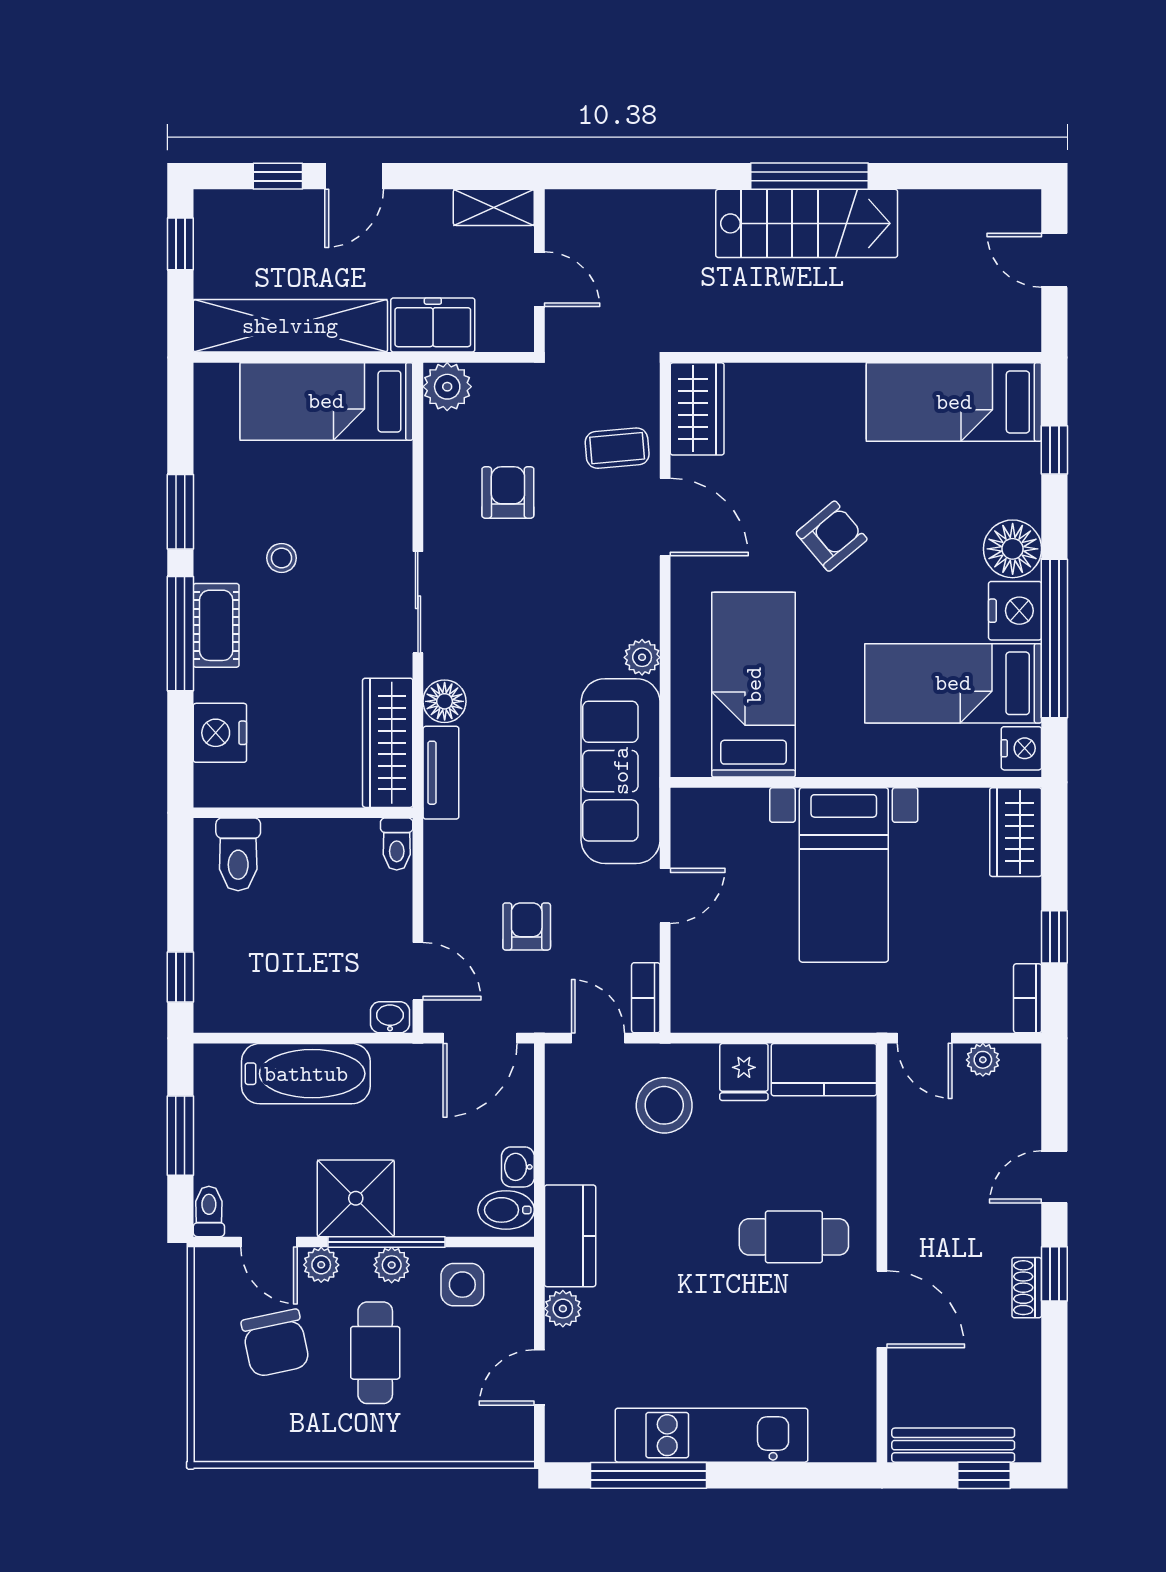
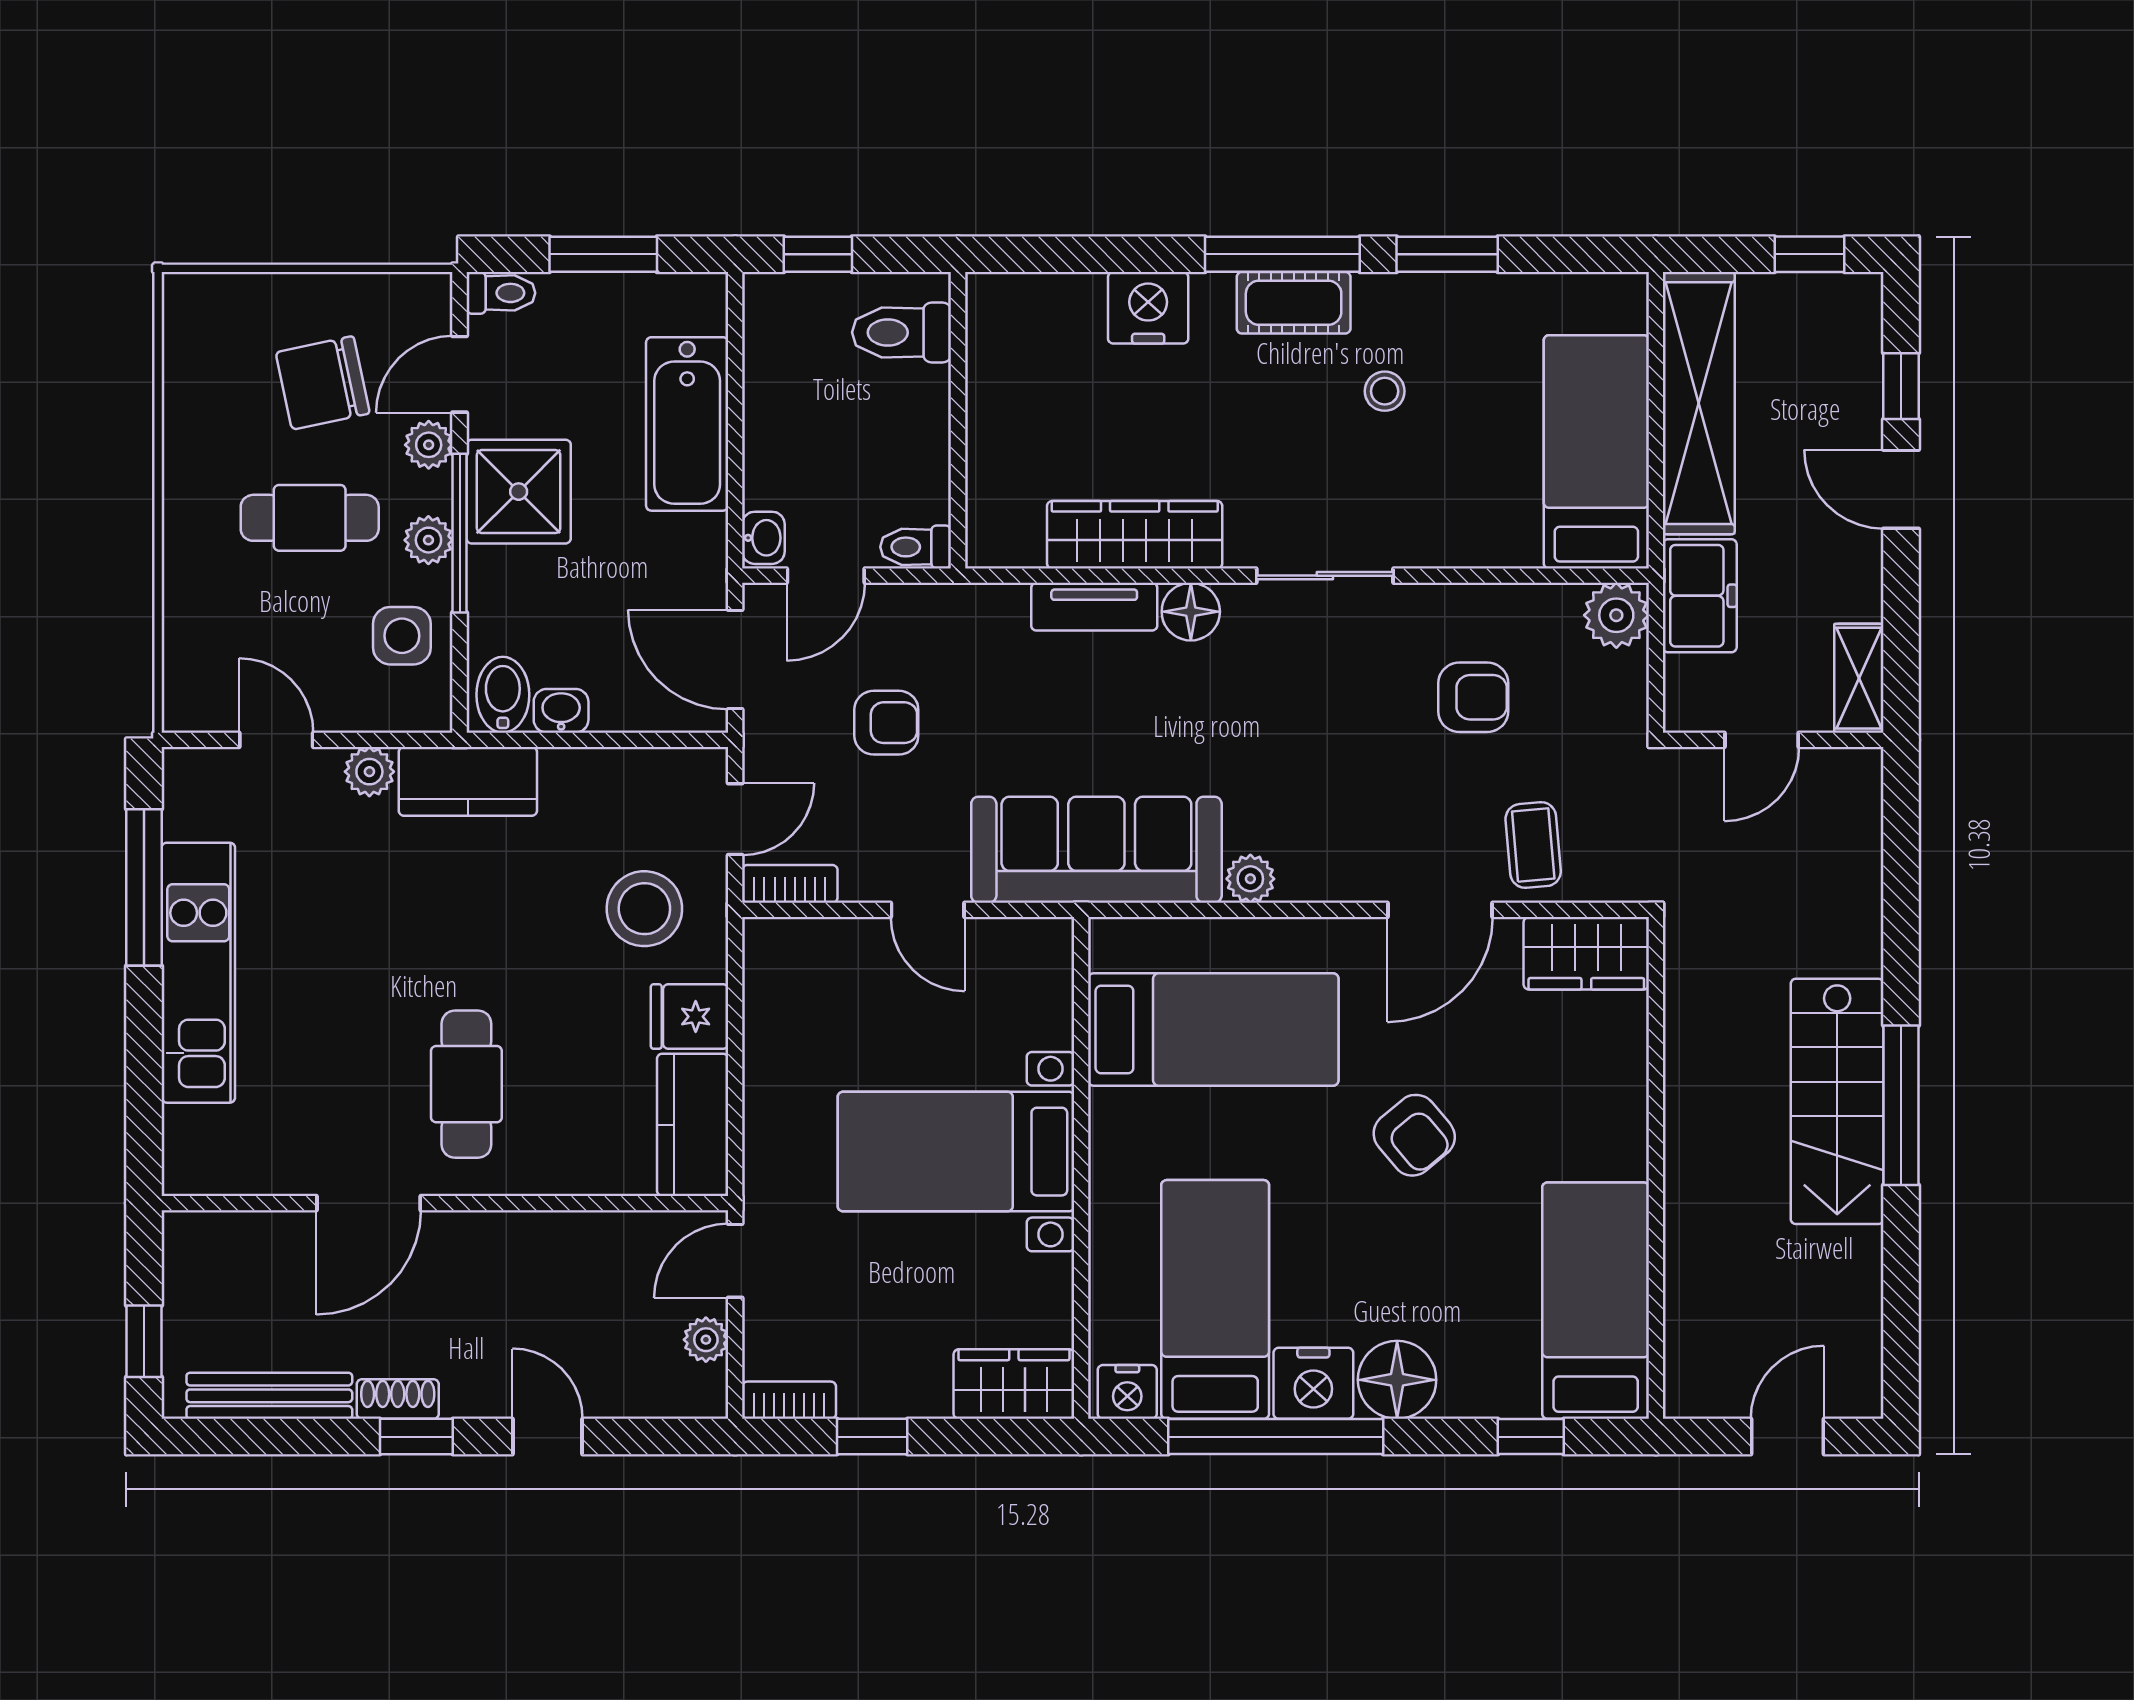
wall: (303, 813) -> (958, 420), moved
toilet: (397, 844) -> (916, 547), moved
toilet: (238, 854) -> (902, 332), moved
bench: (953, 1445) -> (269, 1396), moved, turned 90

